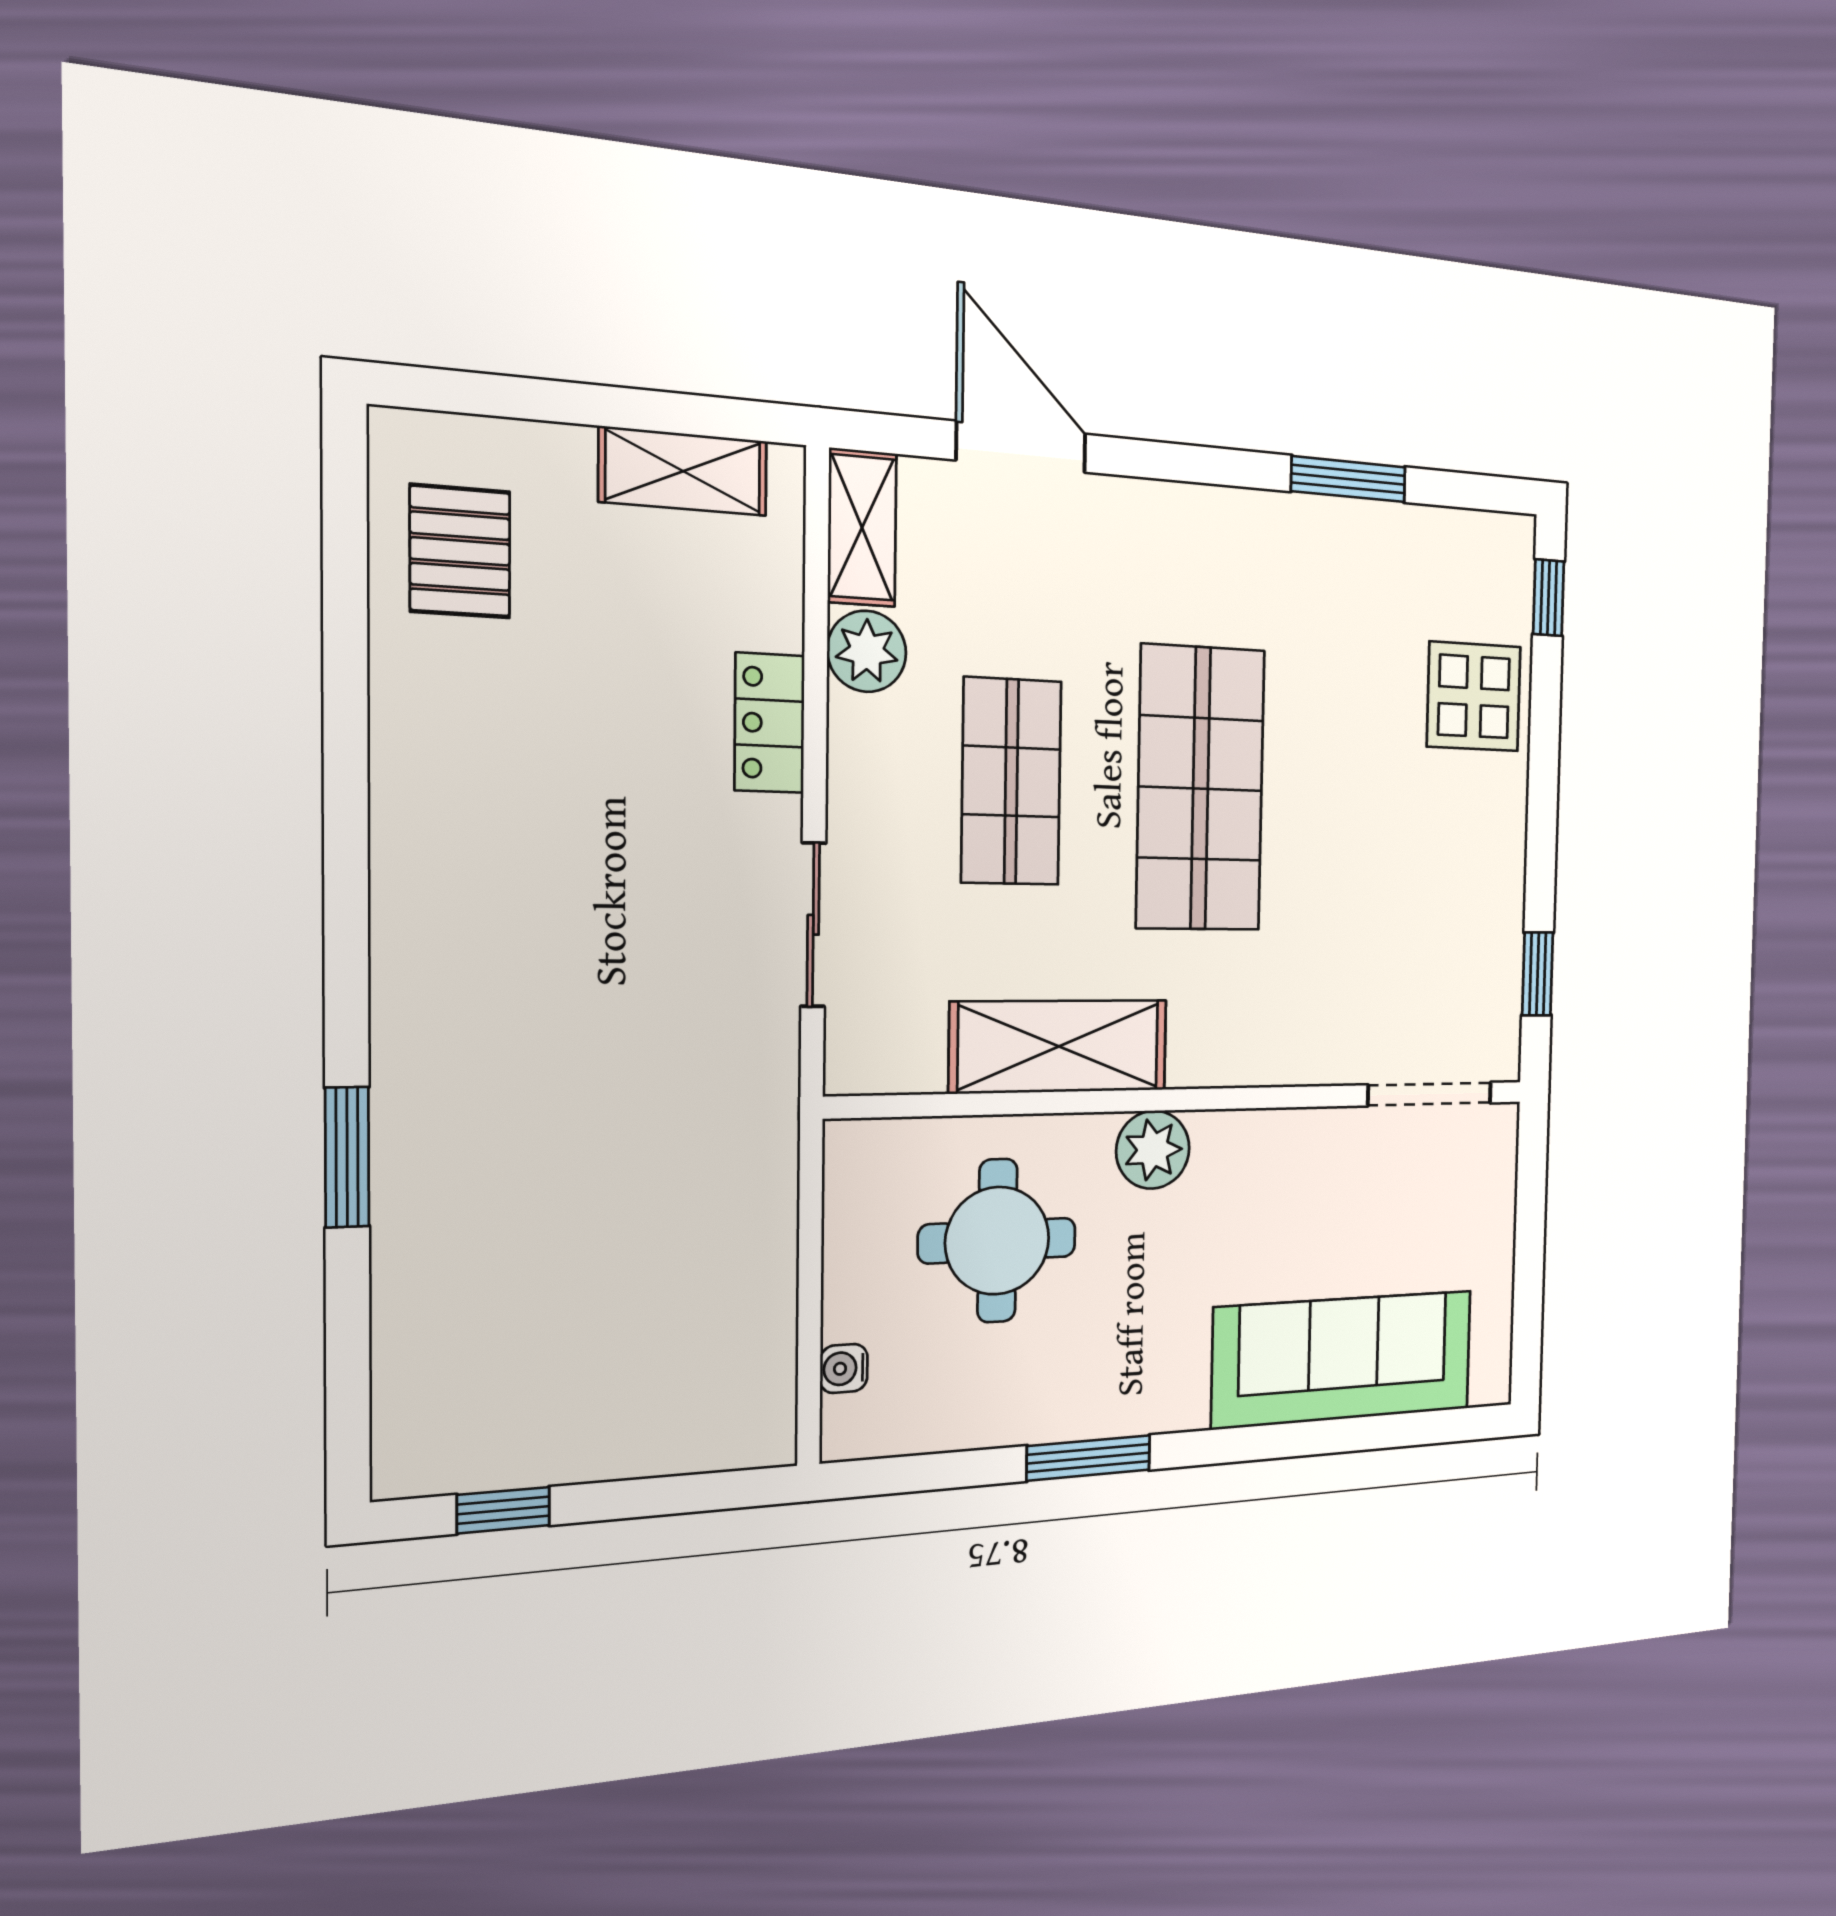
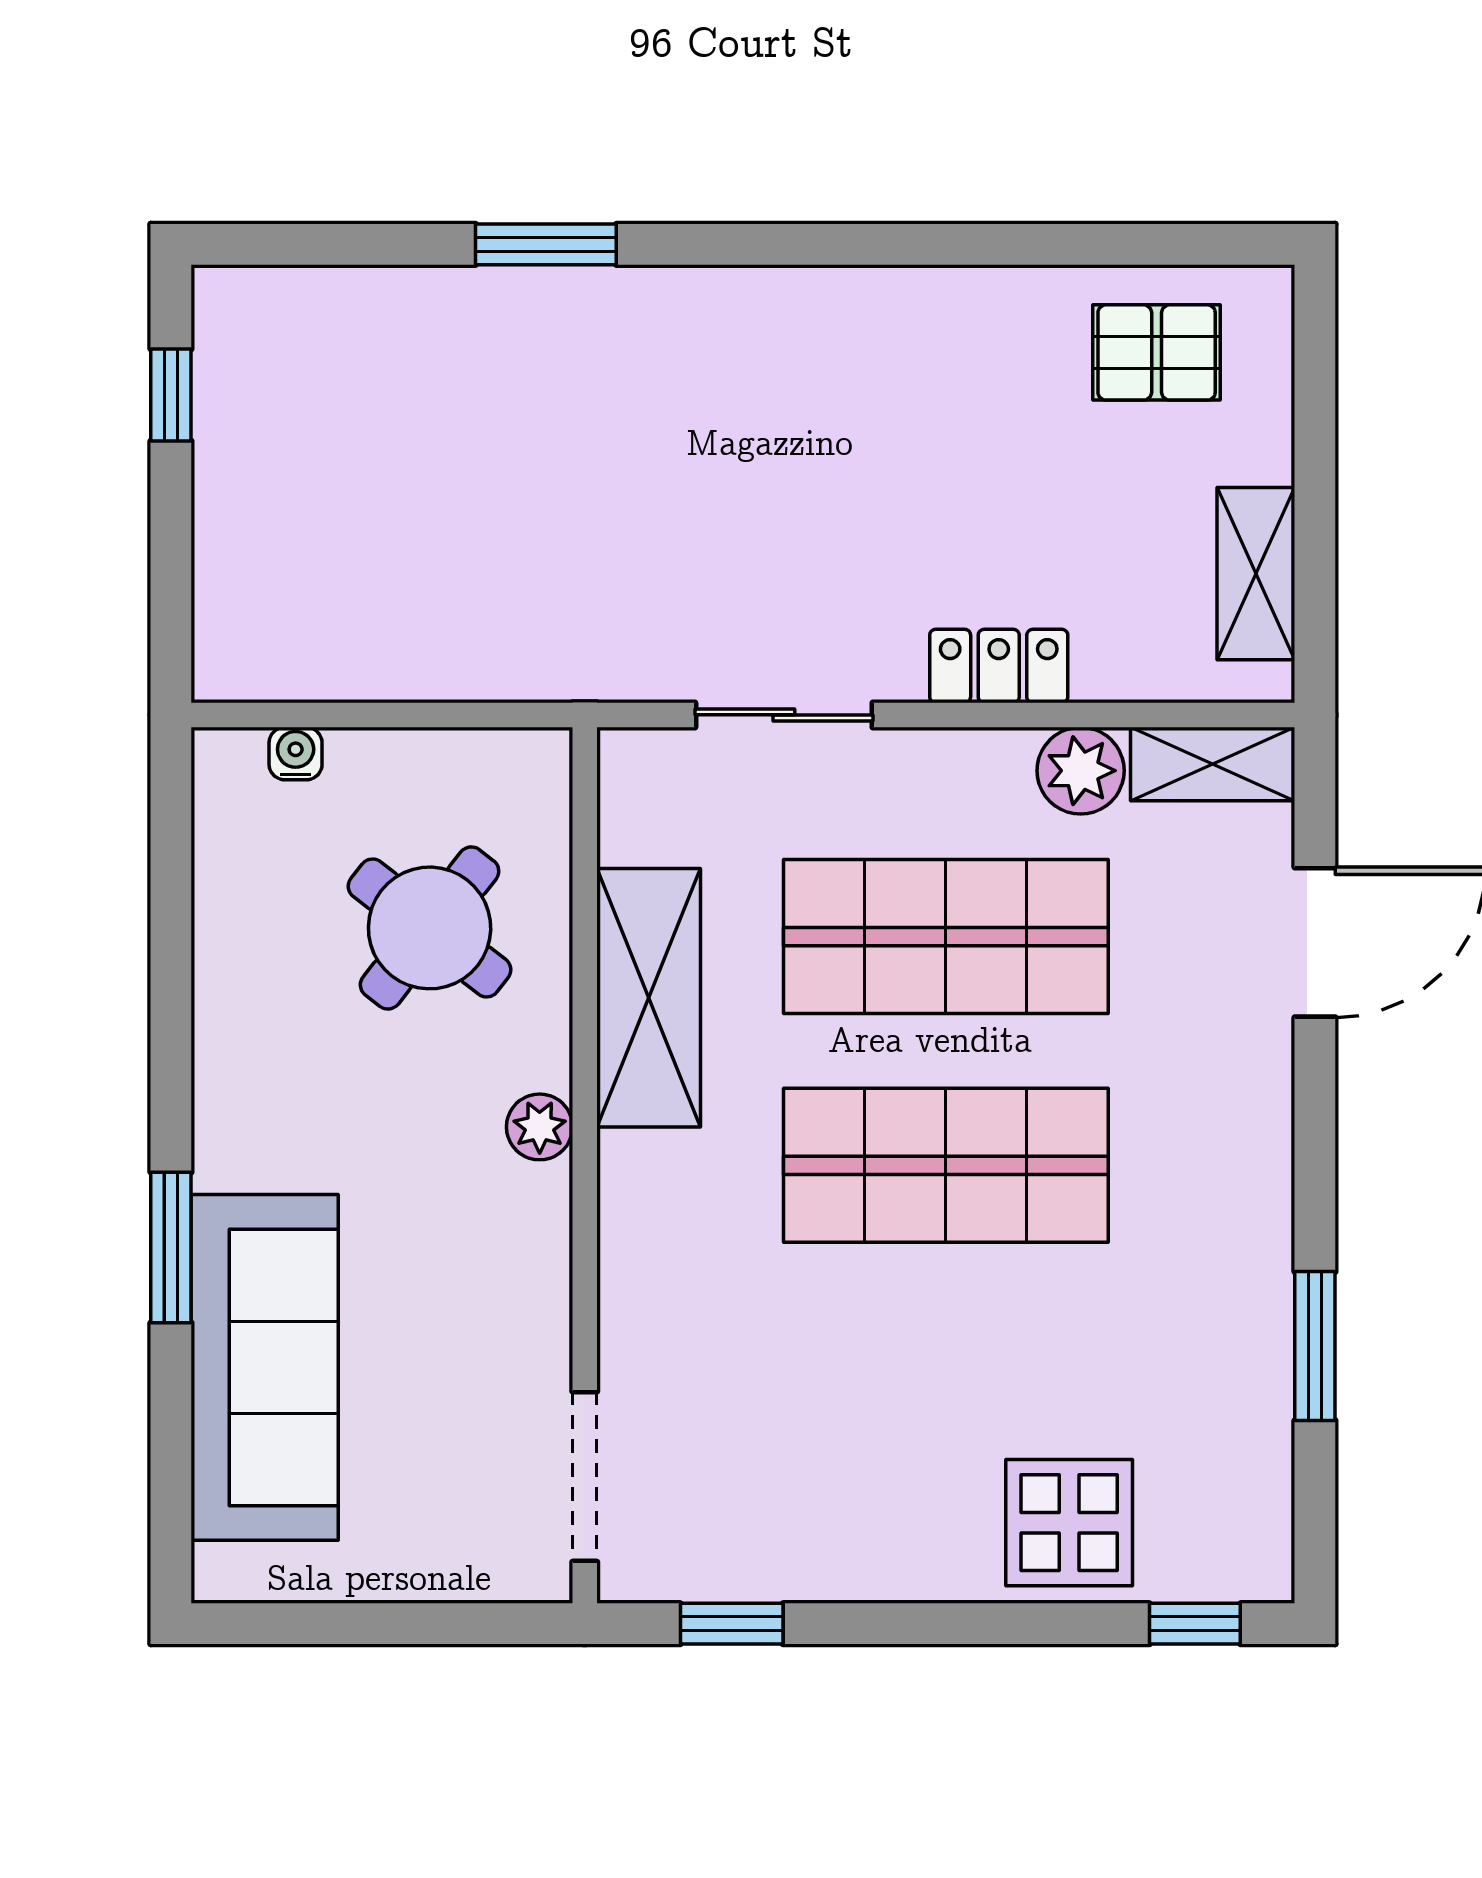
shop shelf: (1011, 782) -> (946, 937), width x1.43, depth x1.36
plant: (1153, 1150) -> (540, 1127), width x0.73, depth x0.73
round table: (997, 1241) -> (430, 928), turned 38
window: (1089, 1458) -> (171, 1247), moved

